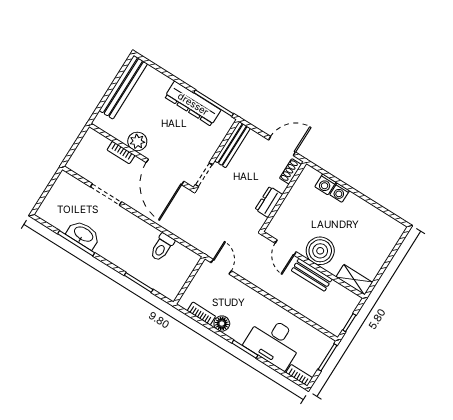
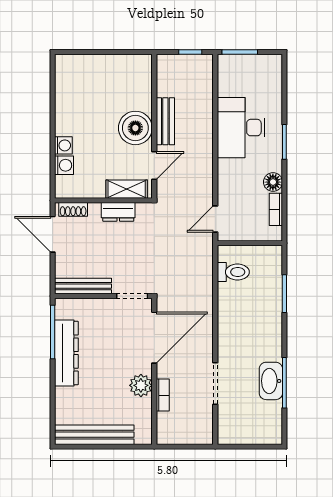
toilet: (162, 247) -> (233, 272), moved
shelving: (354, 280) -> (127, 189), moved, turned 90
desk: (274, 342) -> (241, 128), moved, turned 180
bookcase: (299, 375) -> (276, 69), removed

